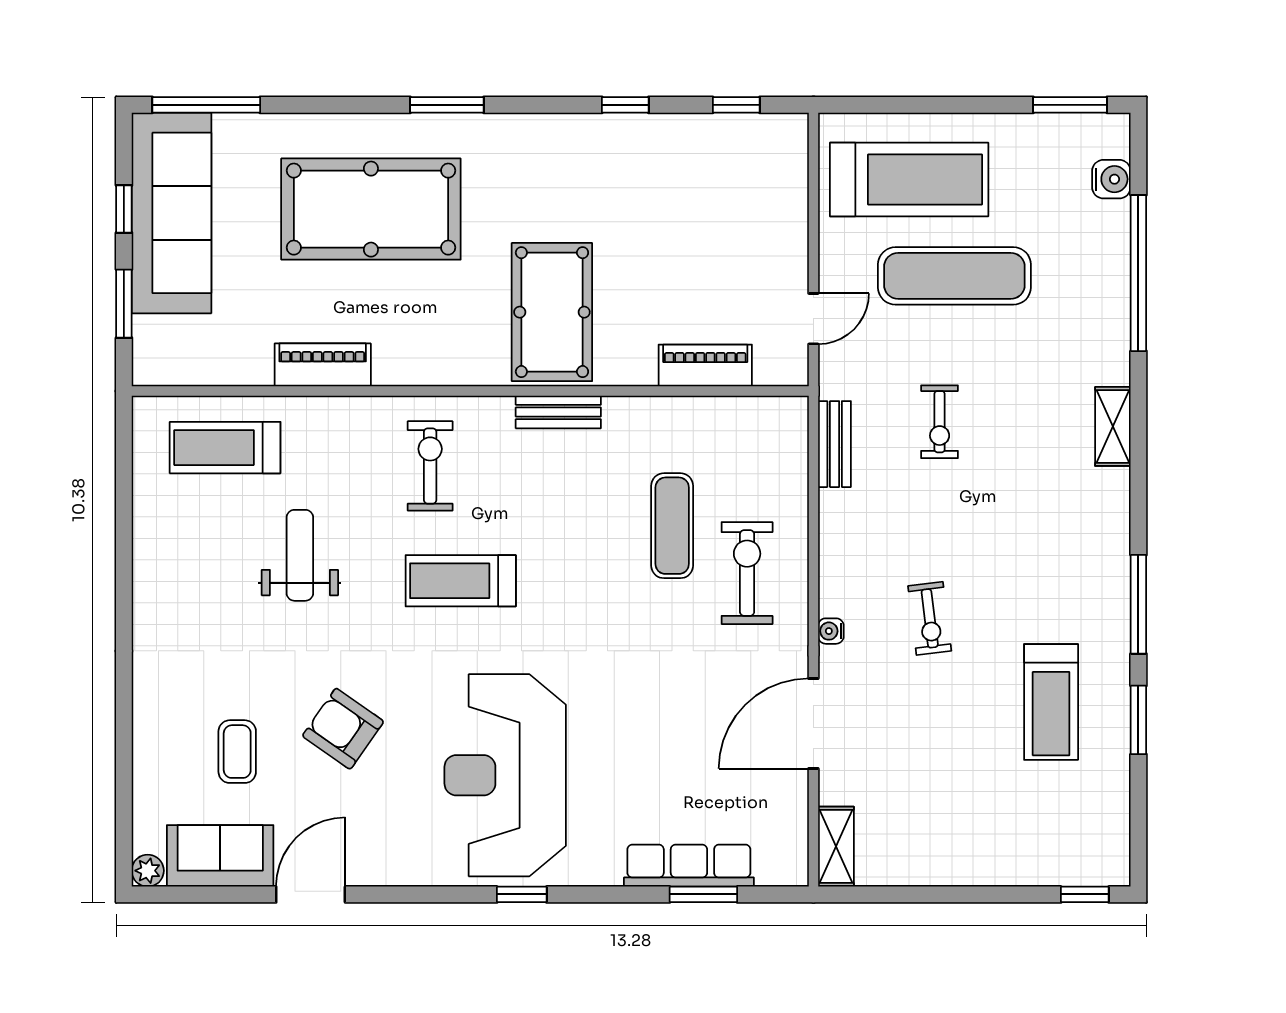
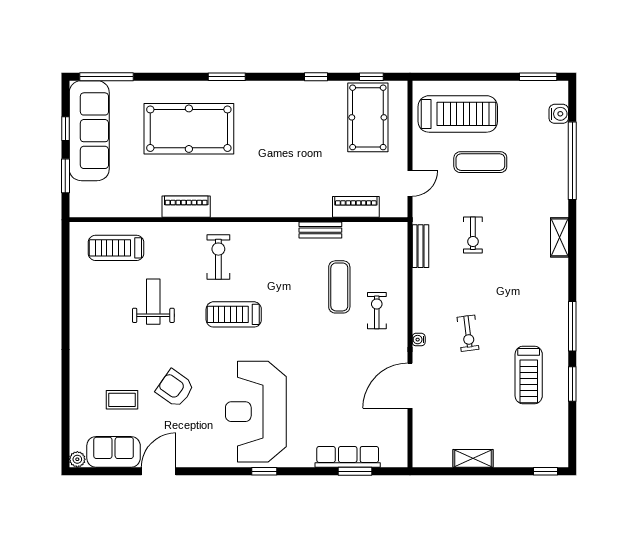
exercise mat: (954, 276) -> (480, 162), width x0.73, depth x0.69
pool table: (552, 312) -> (368, 117), moved
piano: (323, 365) -> (186, 207), moved
bench: (558, 412) -> (320, 230), moved
exercise bike: (747, 573) -> (377, 311), width x0.73, depth x0.72
coffee table: (237, 752) -> (122, 400), turned 90
shelving: (836, 846) -> (473, 458), moved, turned 90

